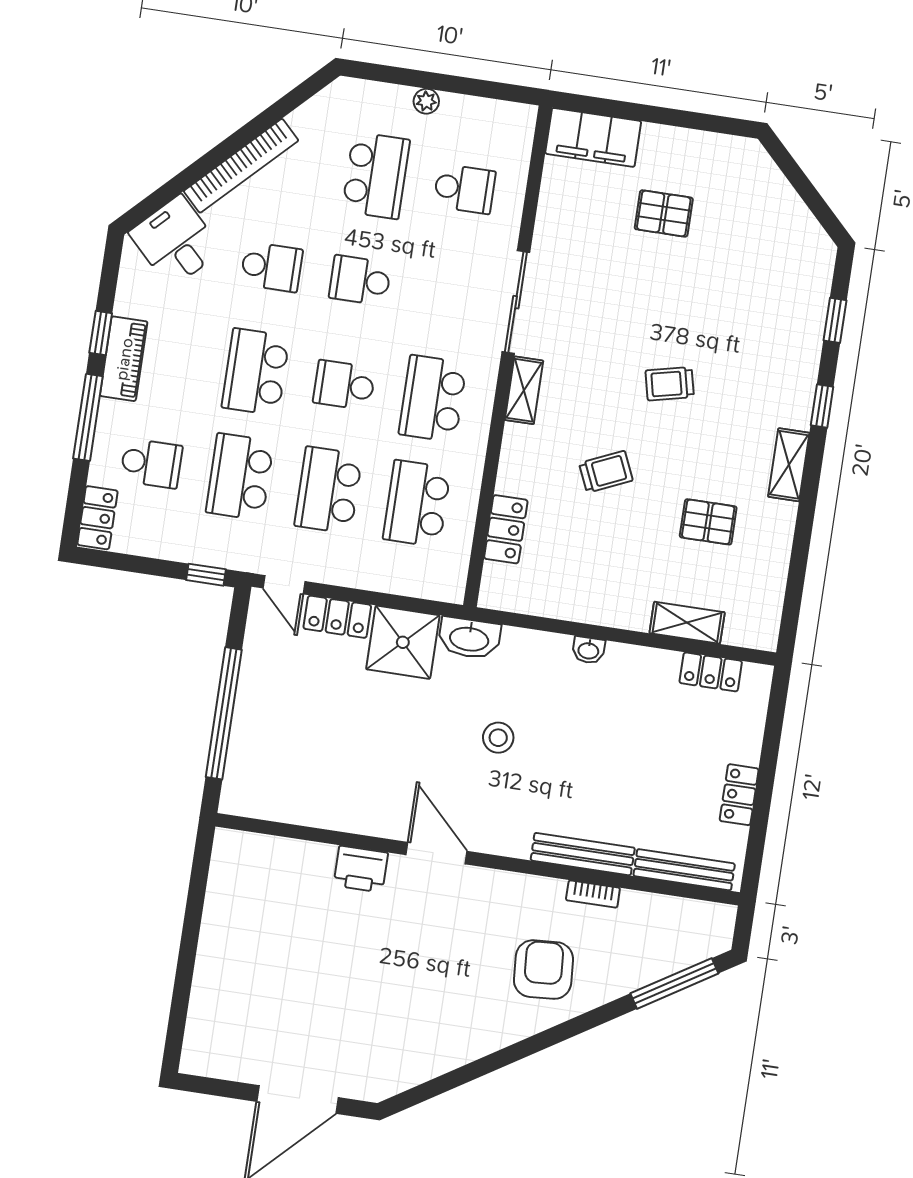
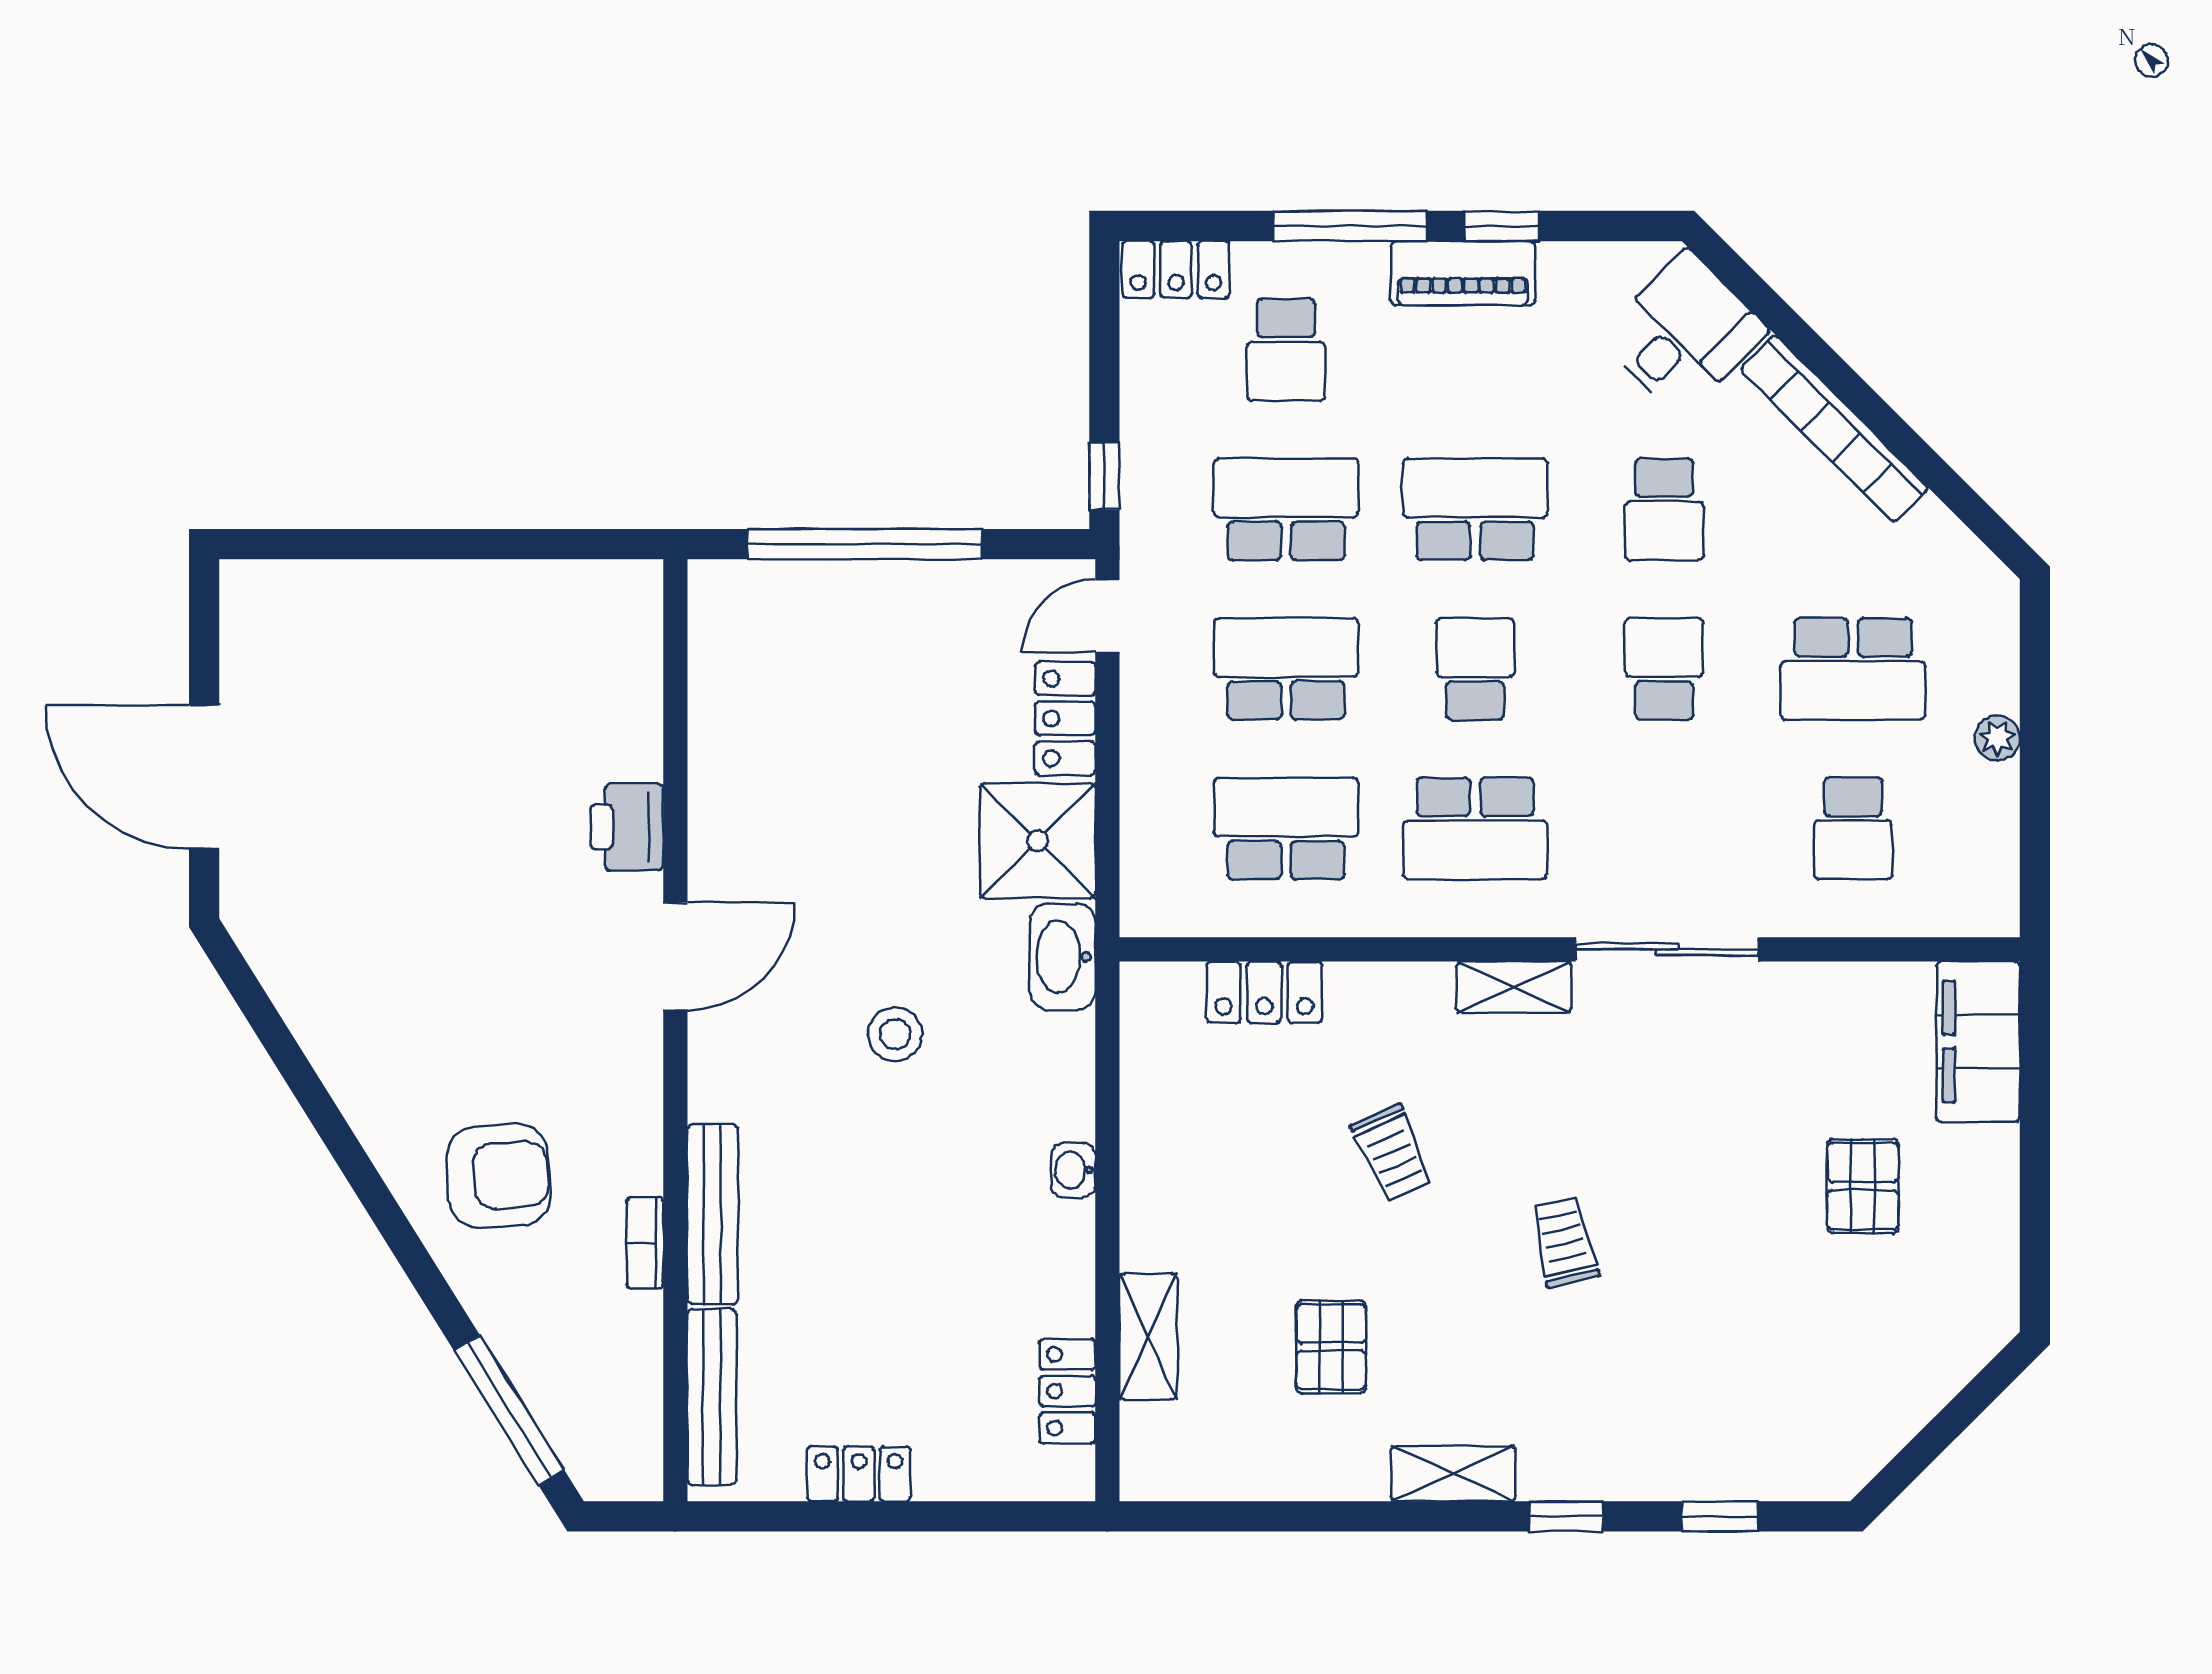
school desk: (433, 399) -> (1475, 829), turned 180

